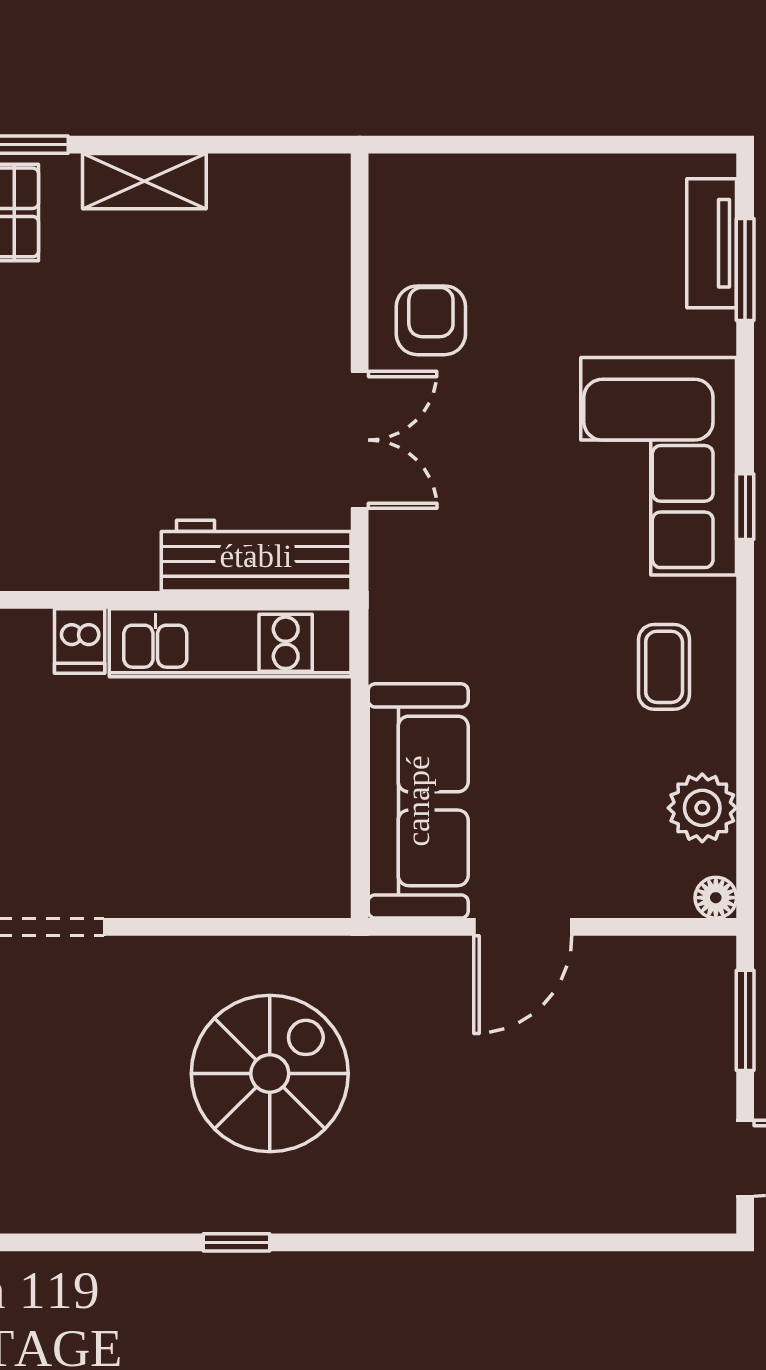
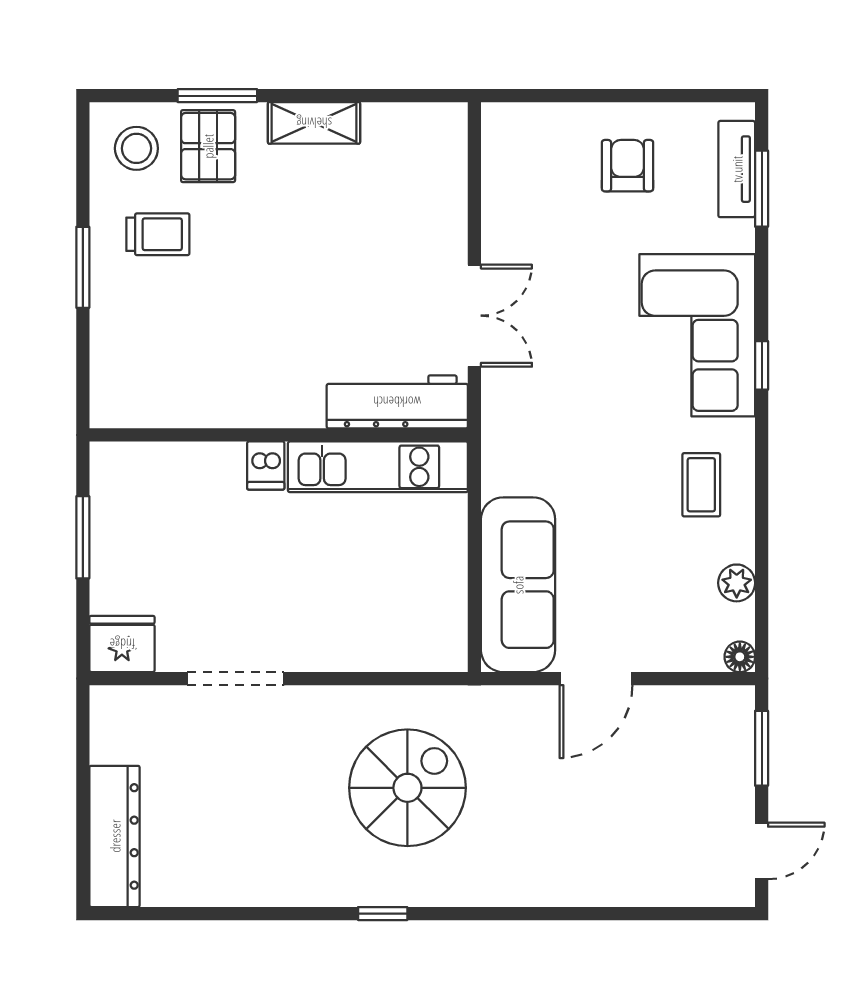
armchair: (431, 320) -> (627, 166), moved
plant: (702, 808) -> (737, 583), width x0.73, depth x0.73

